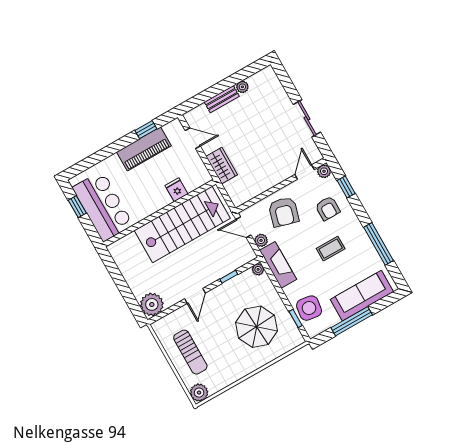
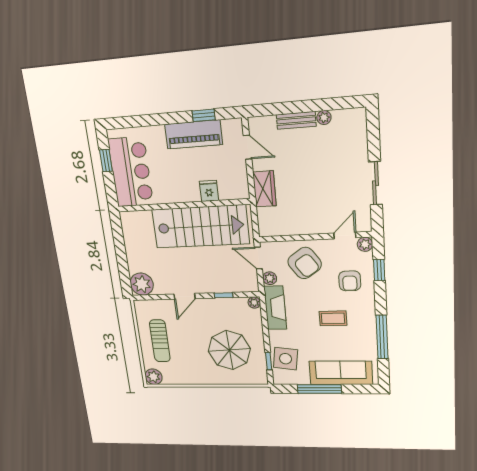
armchair: (284, 212) -> (305, 263), turned -51

